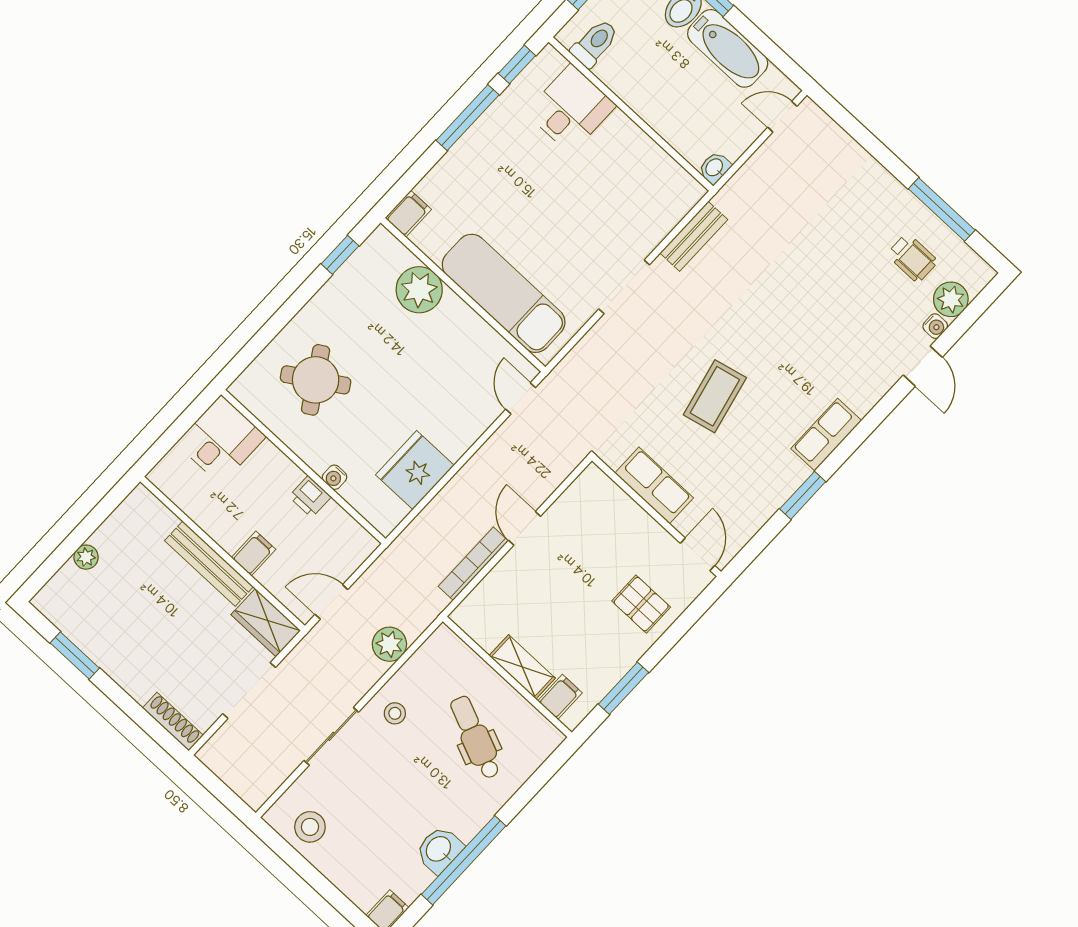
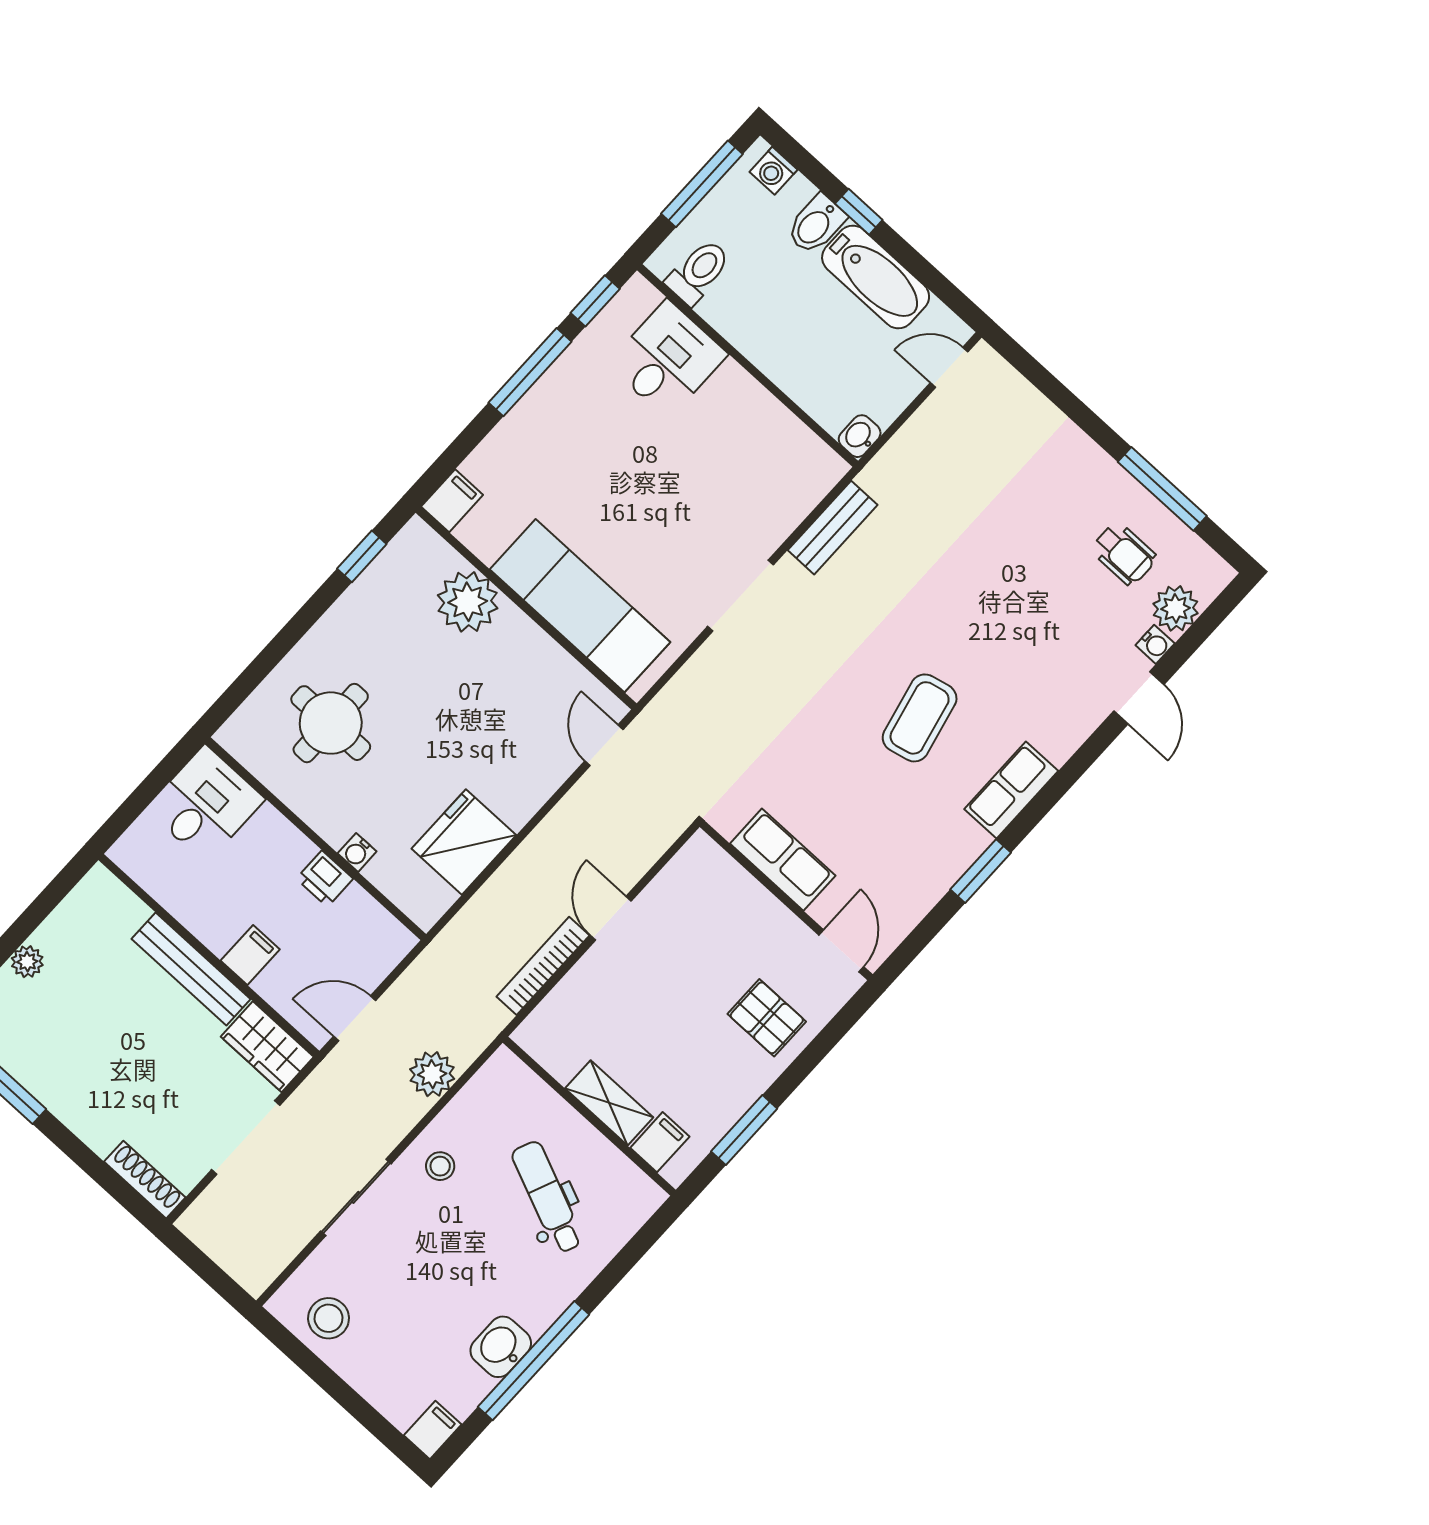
round table: (316, 380) -> (331, 723), turned 32
coffee table: (715, 396) -> (920, 718), moved

